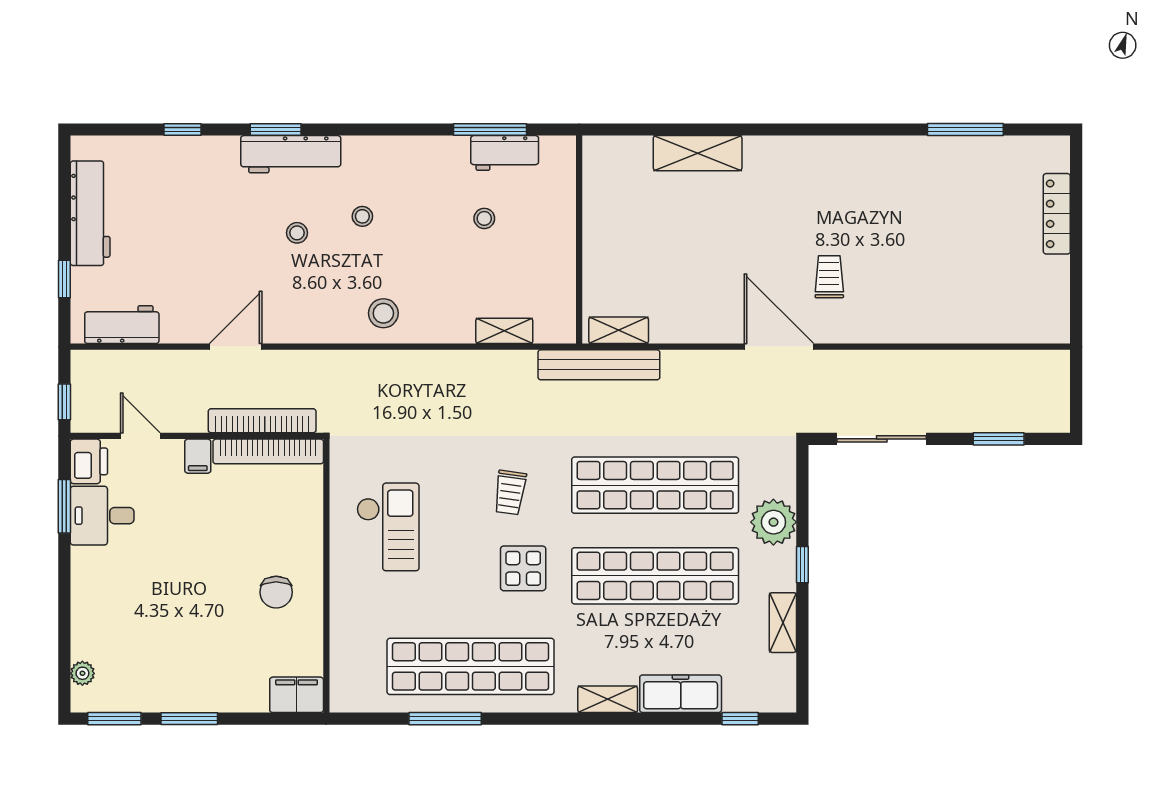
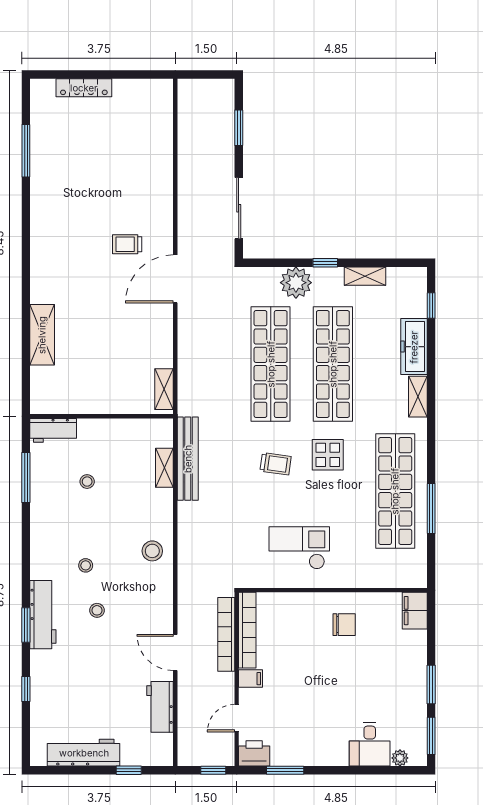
workbench: (505, 153) -> (53, 430), moved, turned 90
workbench: (122, 325) -> (160, 707), moved
bench: (599, 365) -> (188, 459), moved
desk: (102, 516) -> (370, 744), moved

